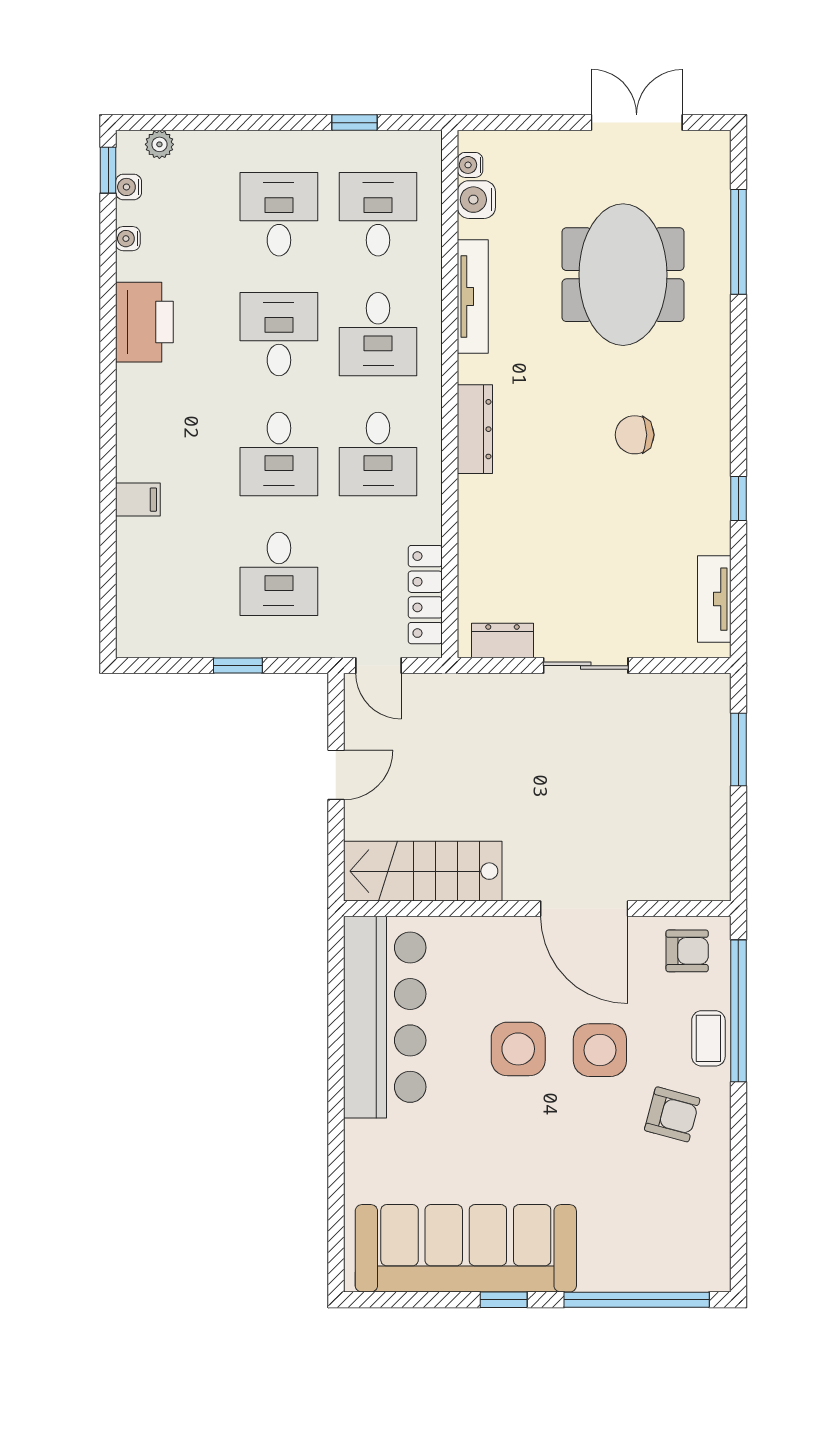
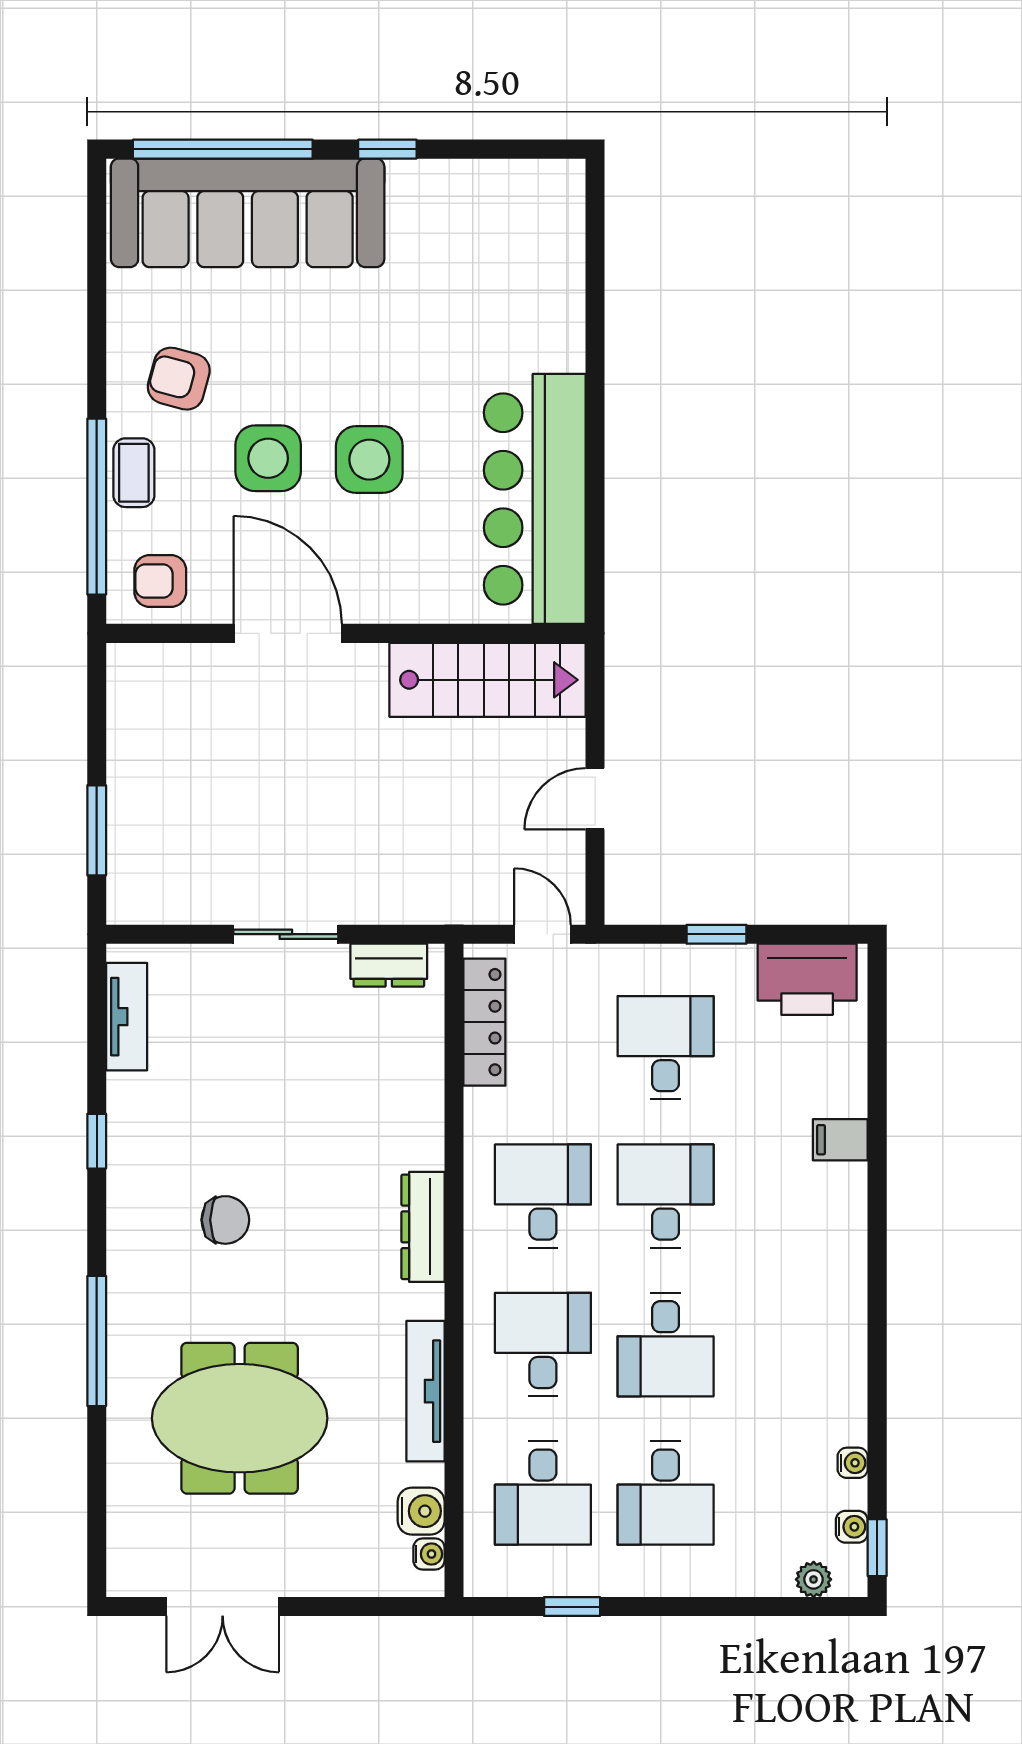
window: (738, 242) -> (97, 1341), moved
meeting table: (623, 275) -> (240, 1418), turned 90
printer: (144, 322) -> (807, 979), moved, turned -90
sofa: (466, 1248) -> (248, 213), moved

